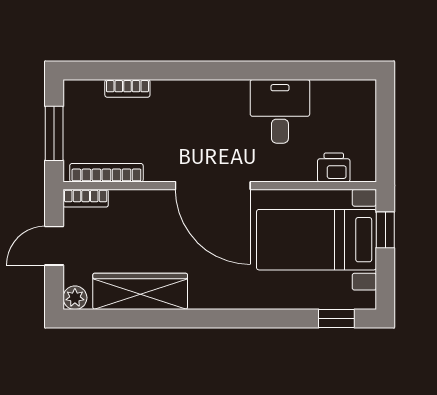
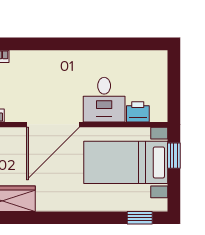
desk: (280, 111) -> (104, 100), moved, turned 180
door: (213, 186) -> (53, 125), hinge flipped

